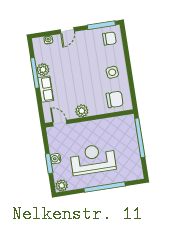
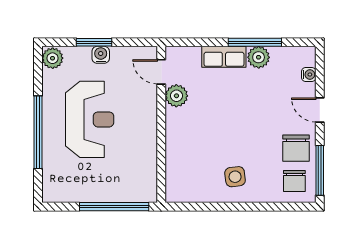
chair: (115, 99) -> (296, 148), moved
plant: (82, 111) -> (176, 96), moved
door: (60, 123) -> (161, 72), swing flipped

